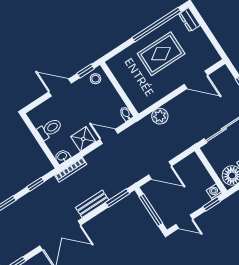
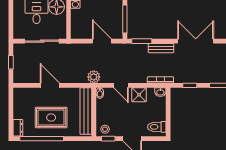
door: (196, 80) -> (50, 85), moved
bench: (128, 85) -> (86, 111), added
plant: (160, 116) -> (94, 77), moved
toilet: (50, 129) -> (157, 127), moved

